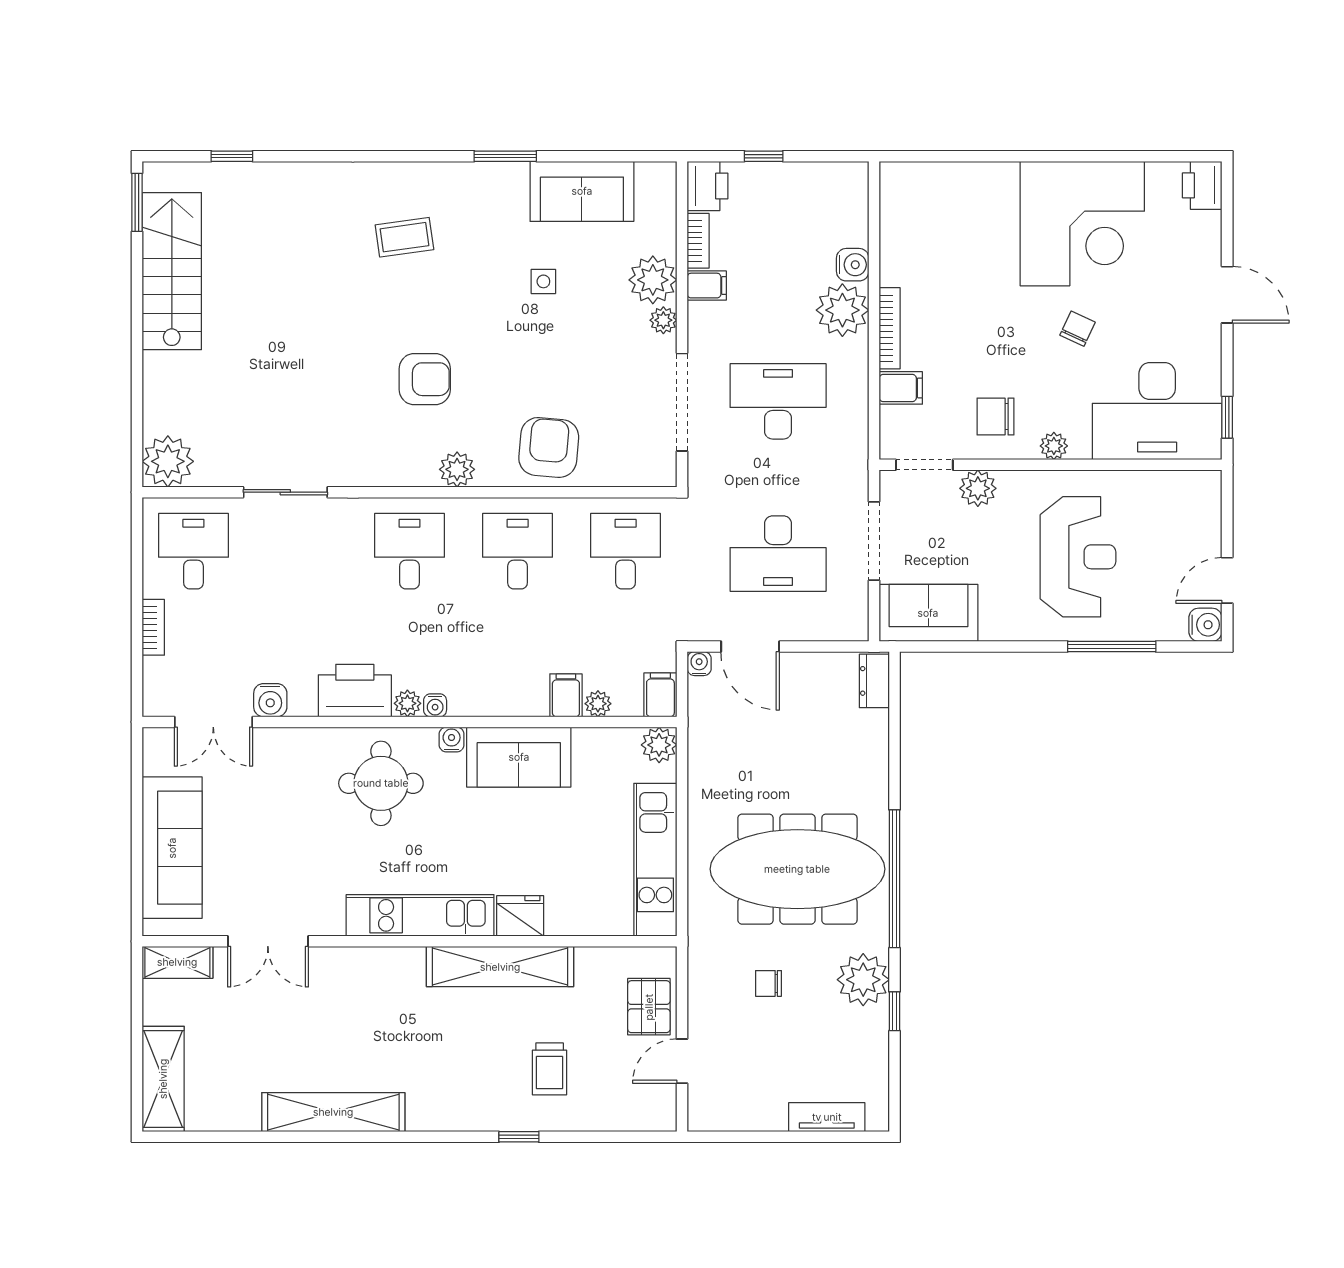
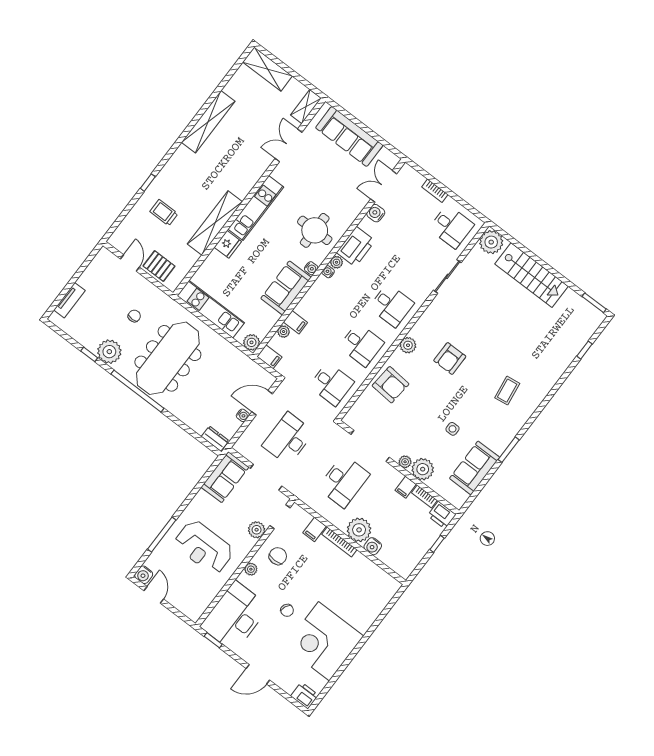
stairs: (172, 271) -> (532, 275), moved
water cooler: (699, 664) -> (243, 415), moved

